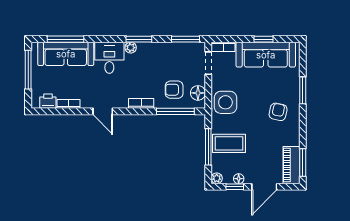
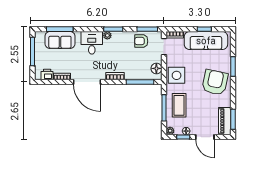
sofa: (66, 54) -> (60, 40), width x0.73
armchair: (174, 90) -> (141, 41), moved
door: (103, 111) -> (87, 82), width x1.88
armchair: (278, 112) -> (215, 82), width x1.88, depth x1.88
coffee table: (229, 143) -> (179, 105), turned 90
door: (264, 187) -> (205, 137), hinge flipped

